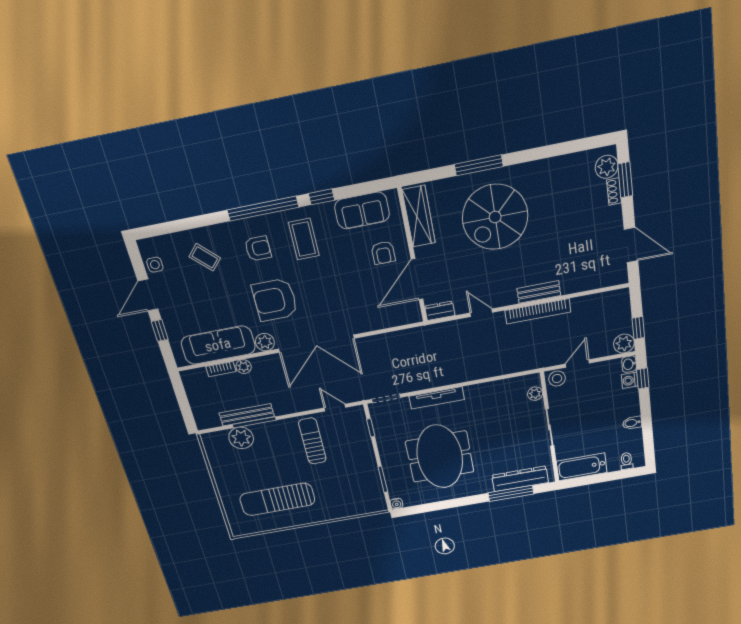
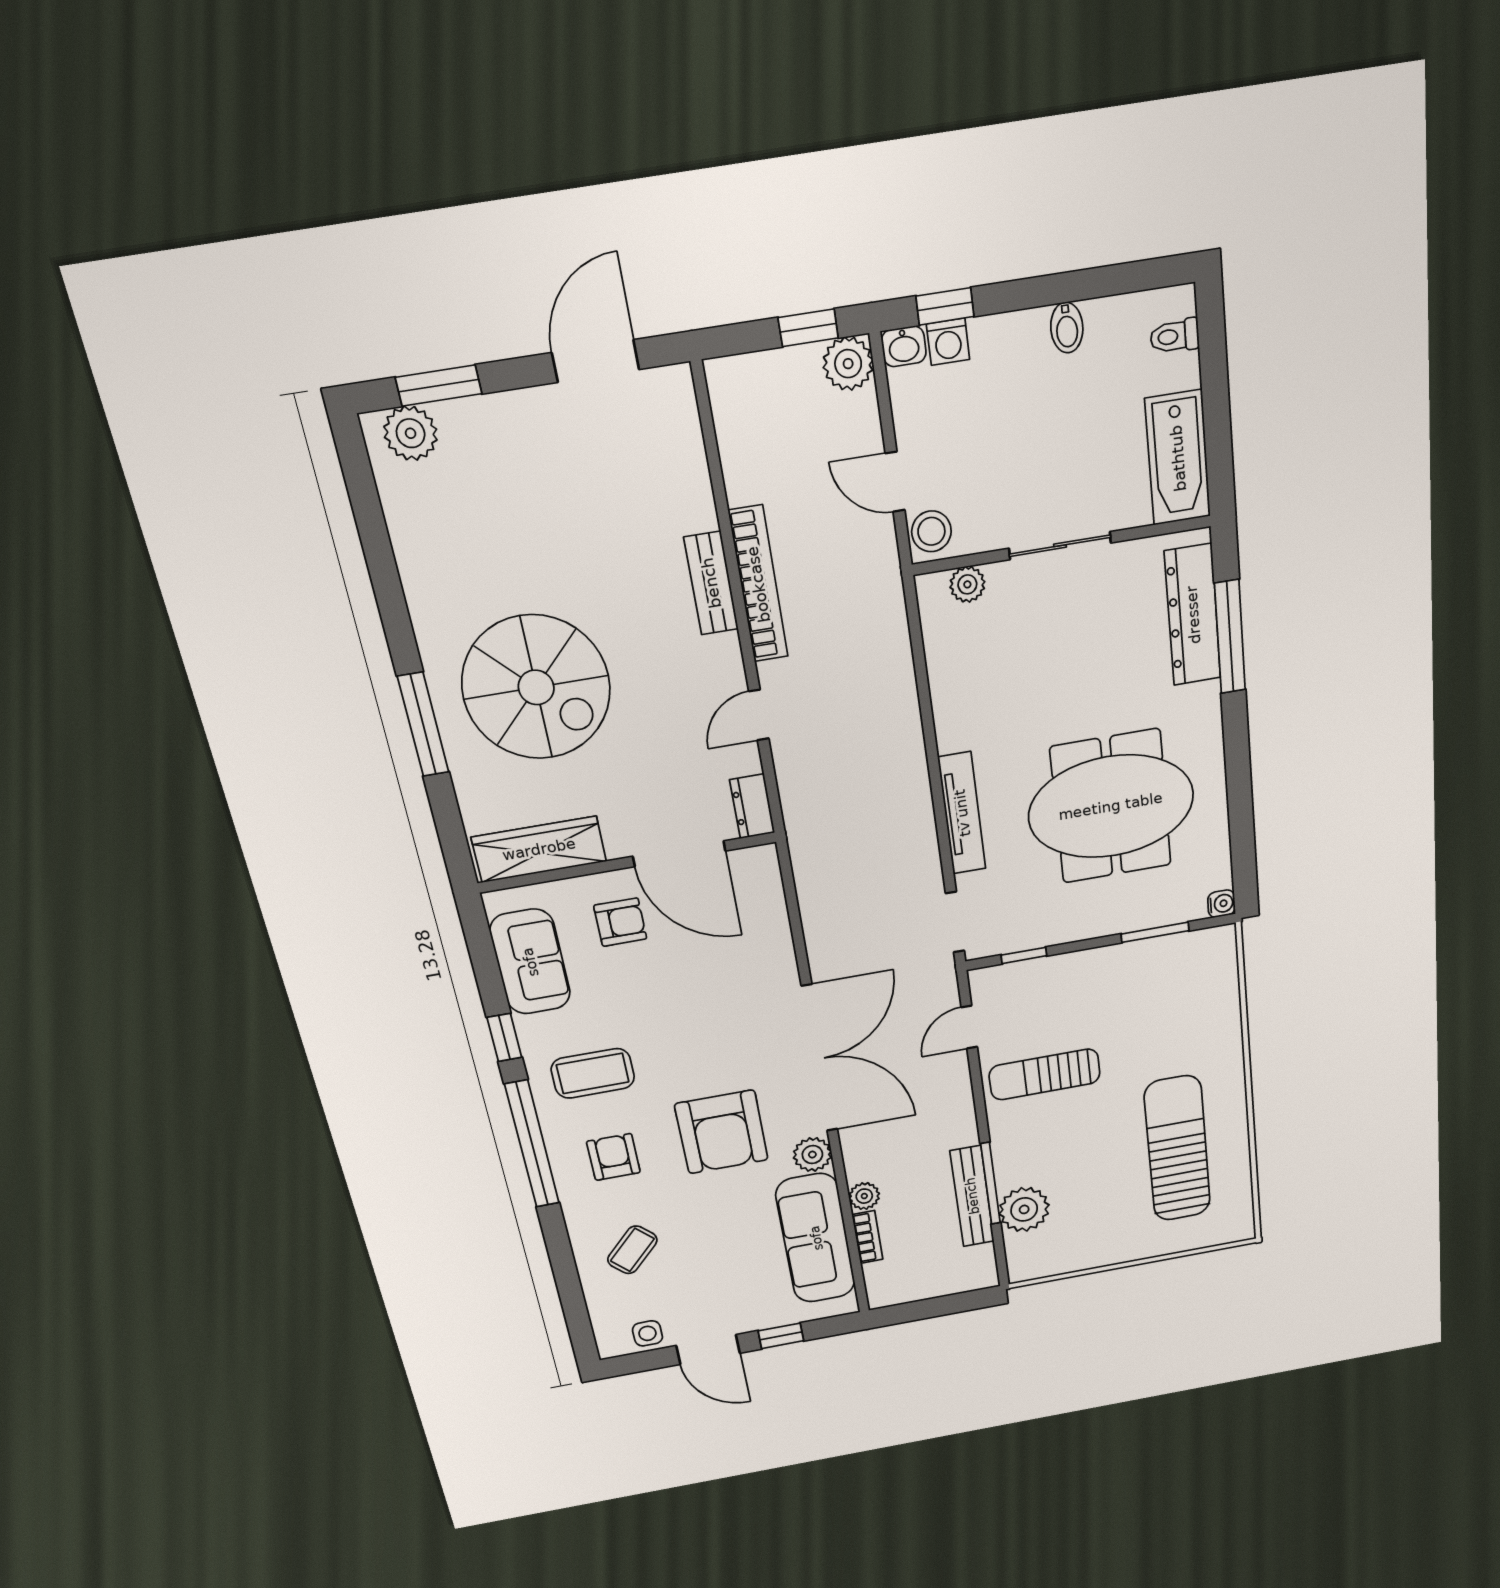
shoe rack: (614, 191) -> (467, 412), removed
sun lounger: (277, 499) -> (1177, 1149), turned 180

